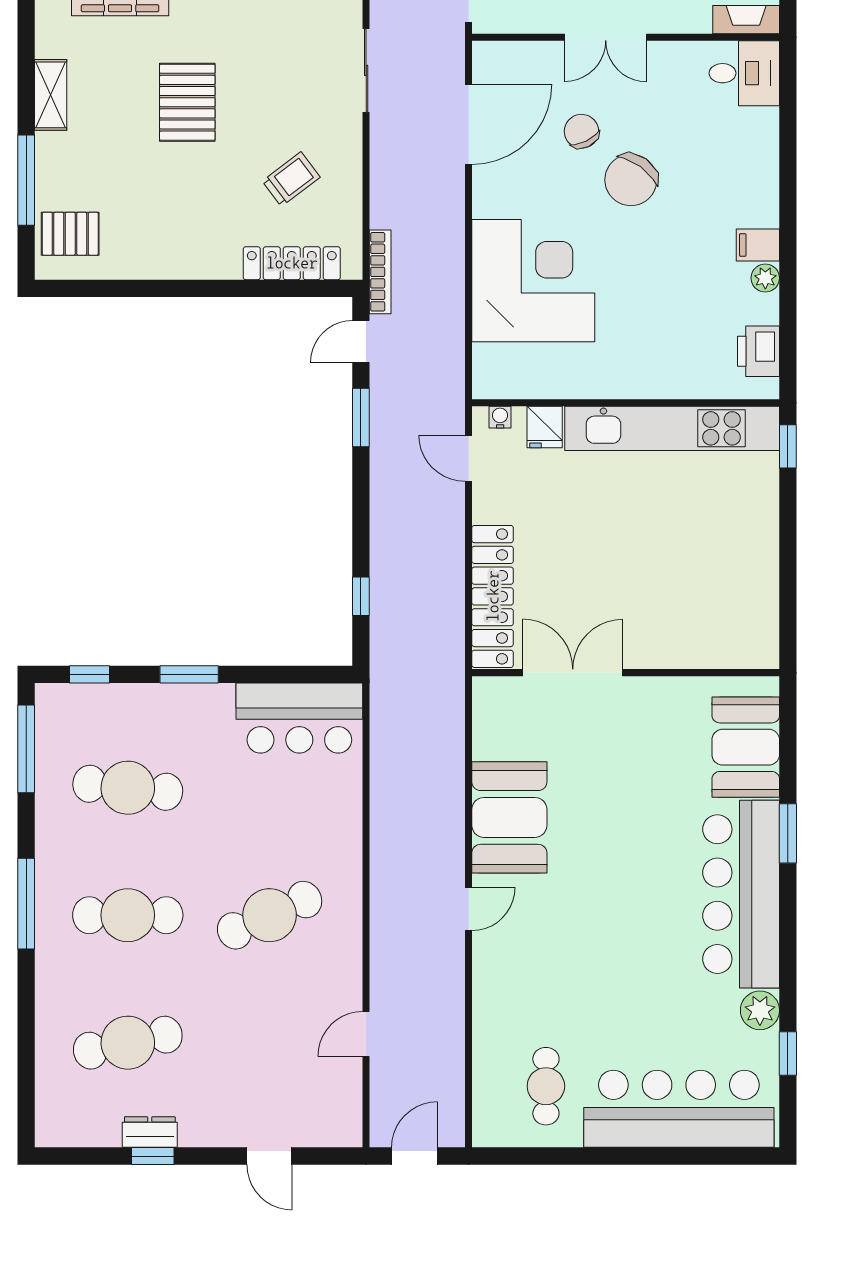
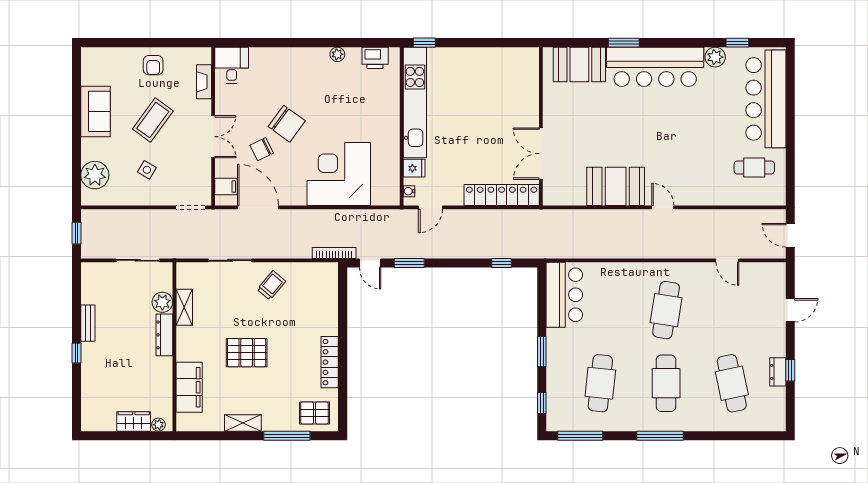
fireplace: (746, 20) -> (204, 82), moved
trolley: (291, 179) -> (271, 285), moved, turned 77
pallet: (70, 234) -> (314, 413), turned 90
filing cabinet: (758, 245) -> (226, 187), moved, turned -90
locker: (292, 263) -> (330, 362), moved
cafe table: (270, 915) -> (666, 310), turned 33

